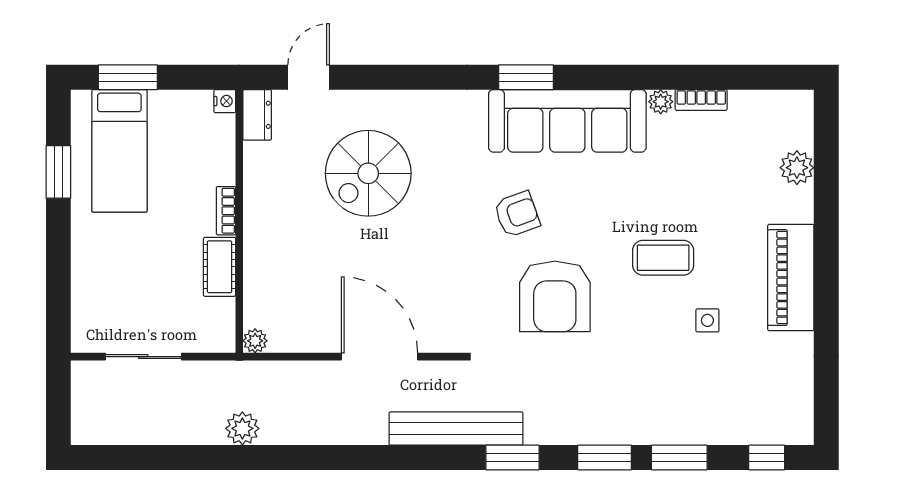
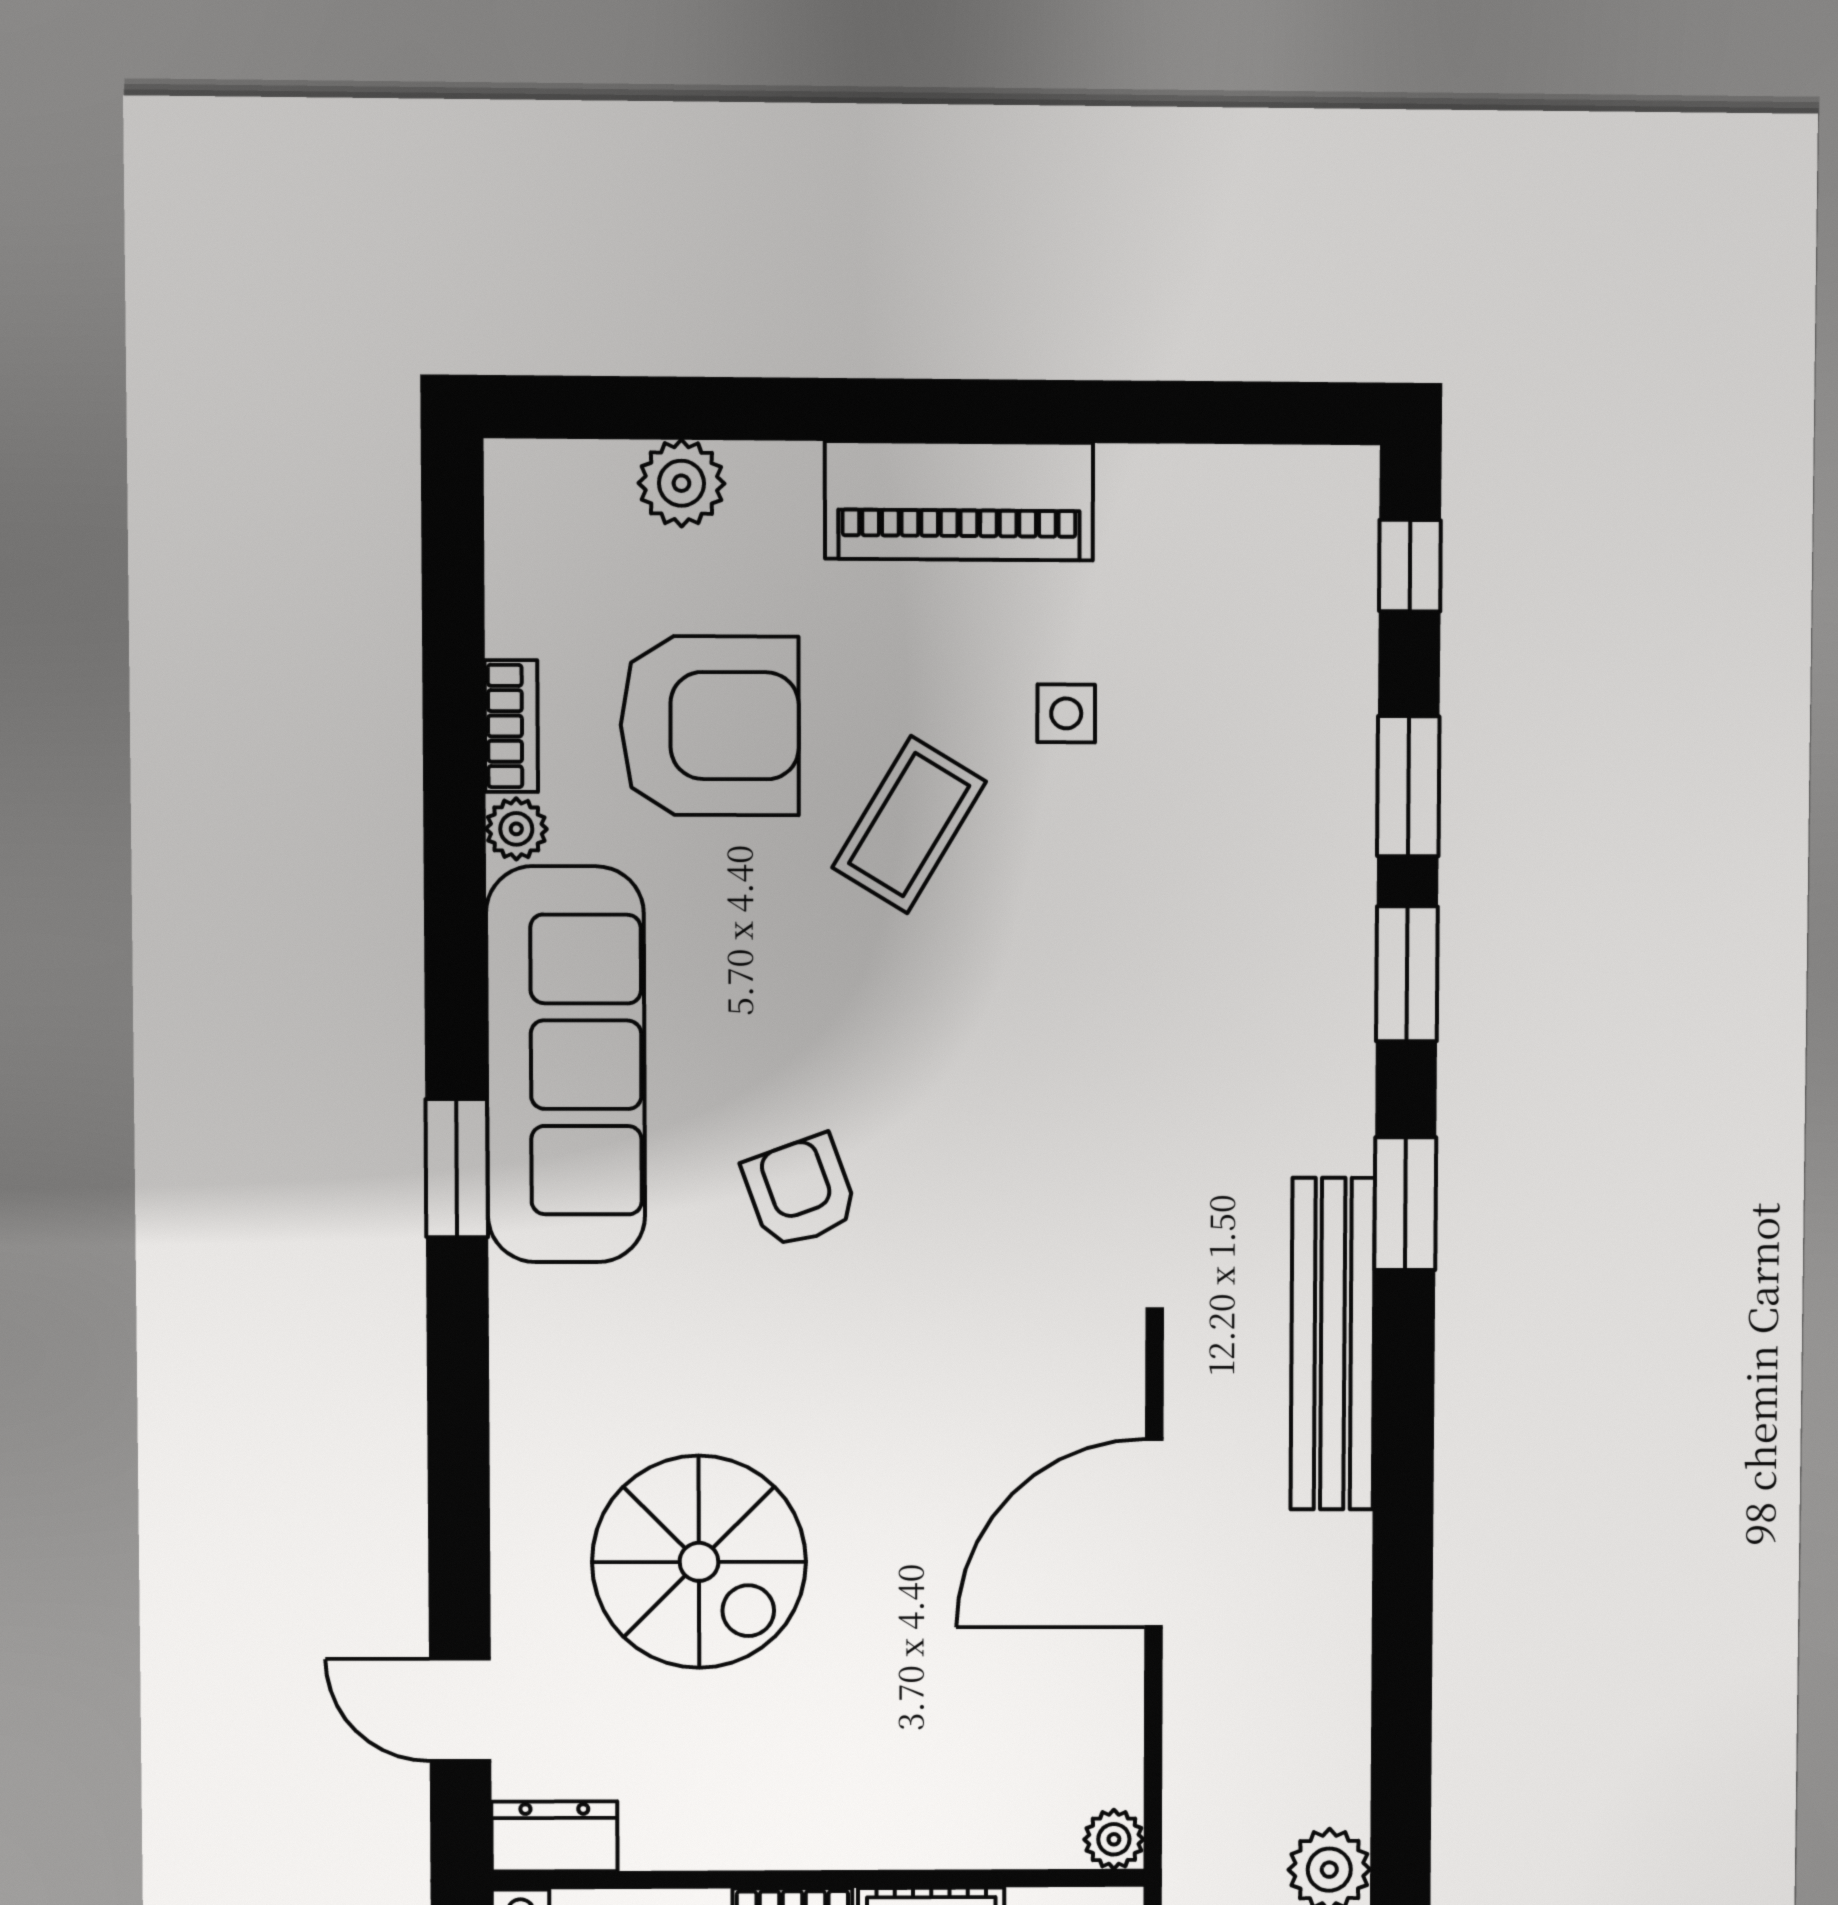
coffee table: (663, 258) -> (909, 825), turned 31
armchair: (555, 296) -> (710, 726), moved

